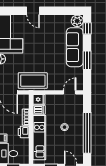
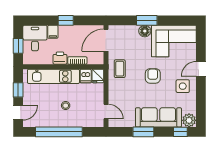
side table: (48, 26) -> (183, 86), added
armchair: (39, 52) -> (153, 76), added
coffee table: (33, 81) -> (120, 69), width x0.54, depth x0.58

